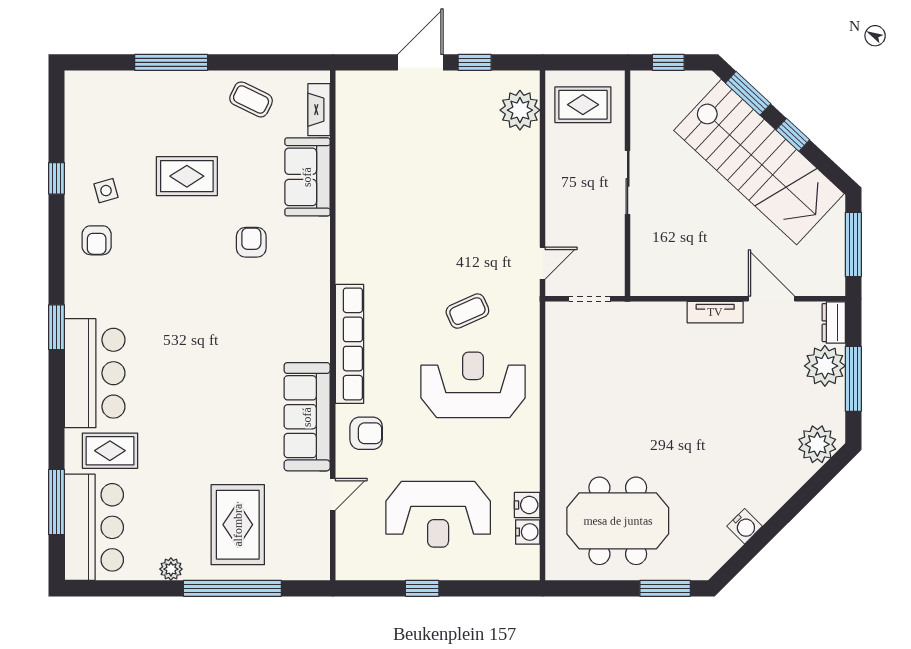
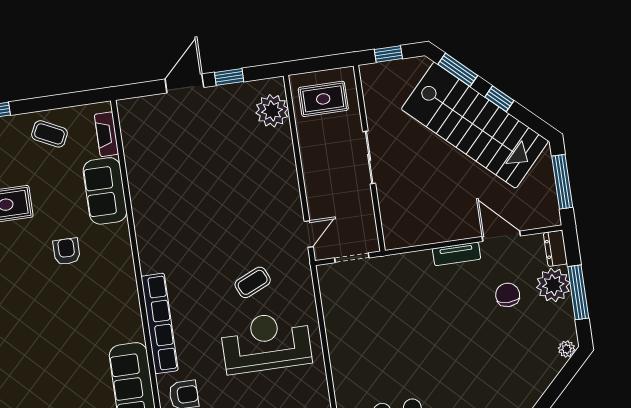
chair: (769, 370) -> (508, 295), added
plant: (817, 444) -> (567, 349), width x0.53, depth x0.53

